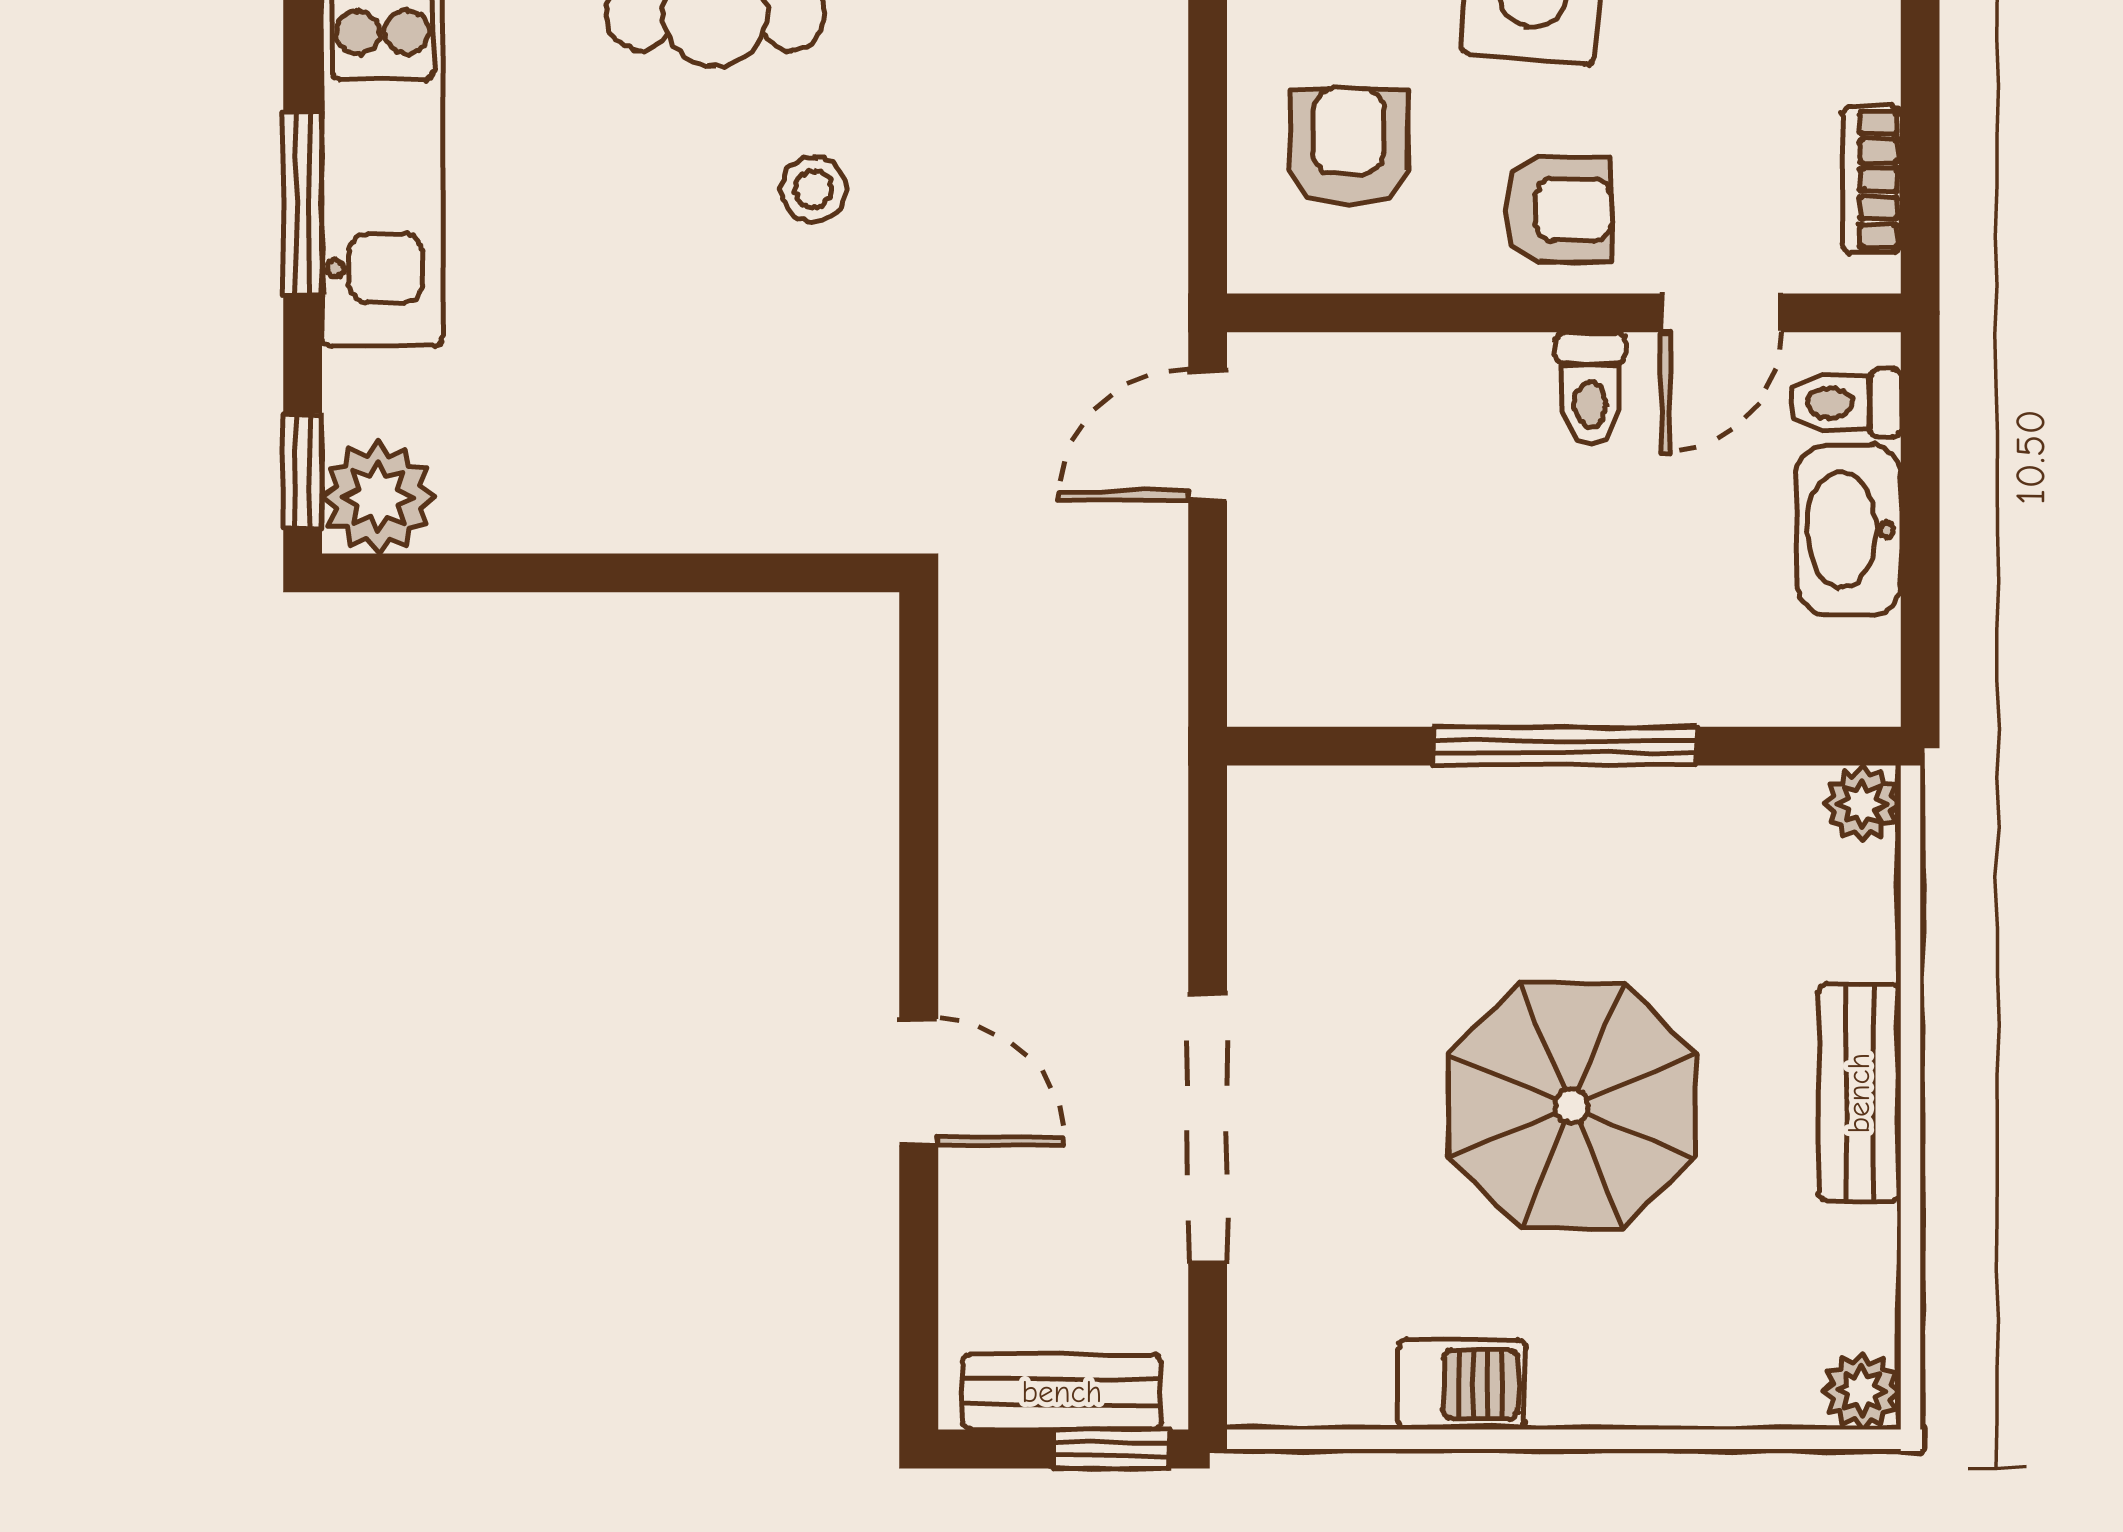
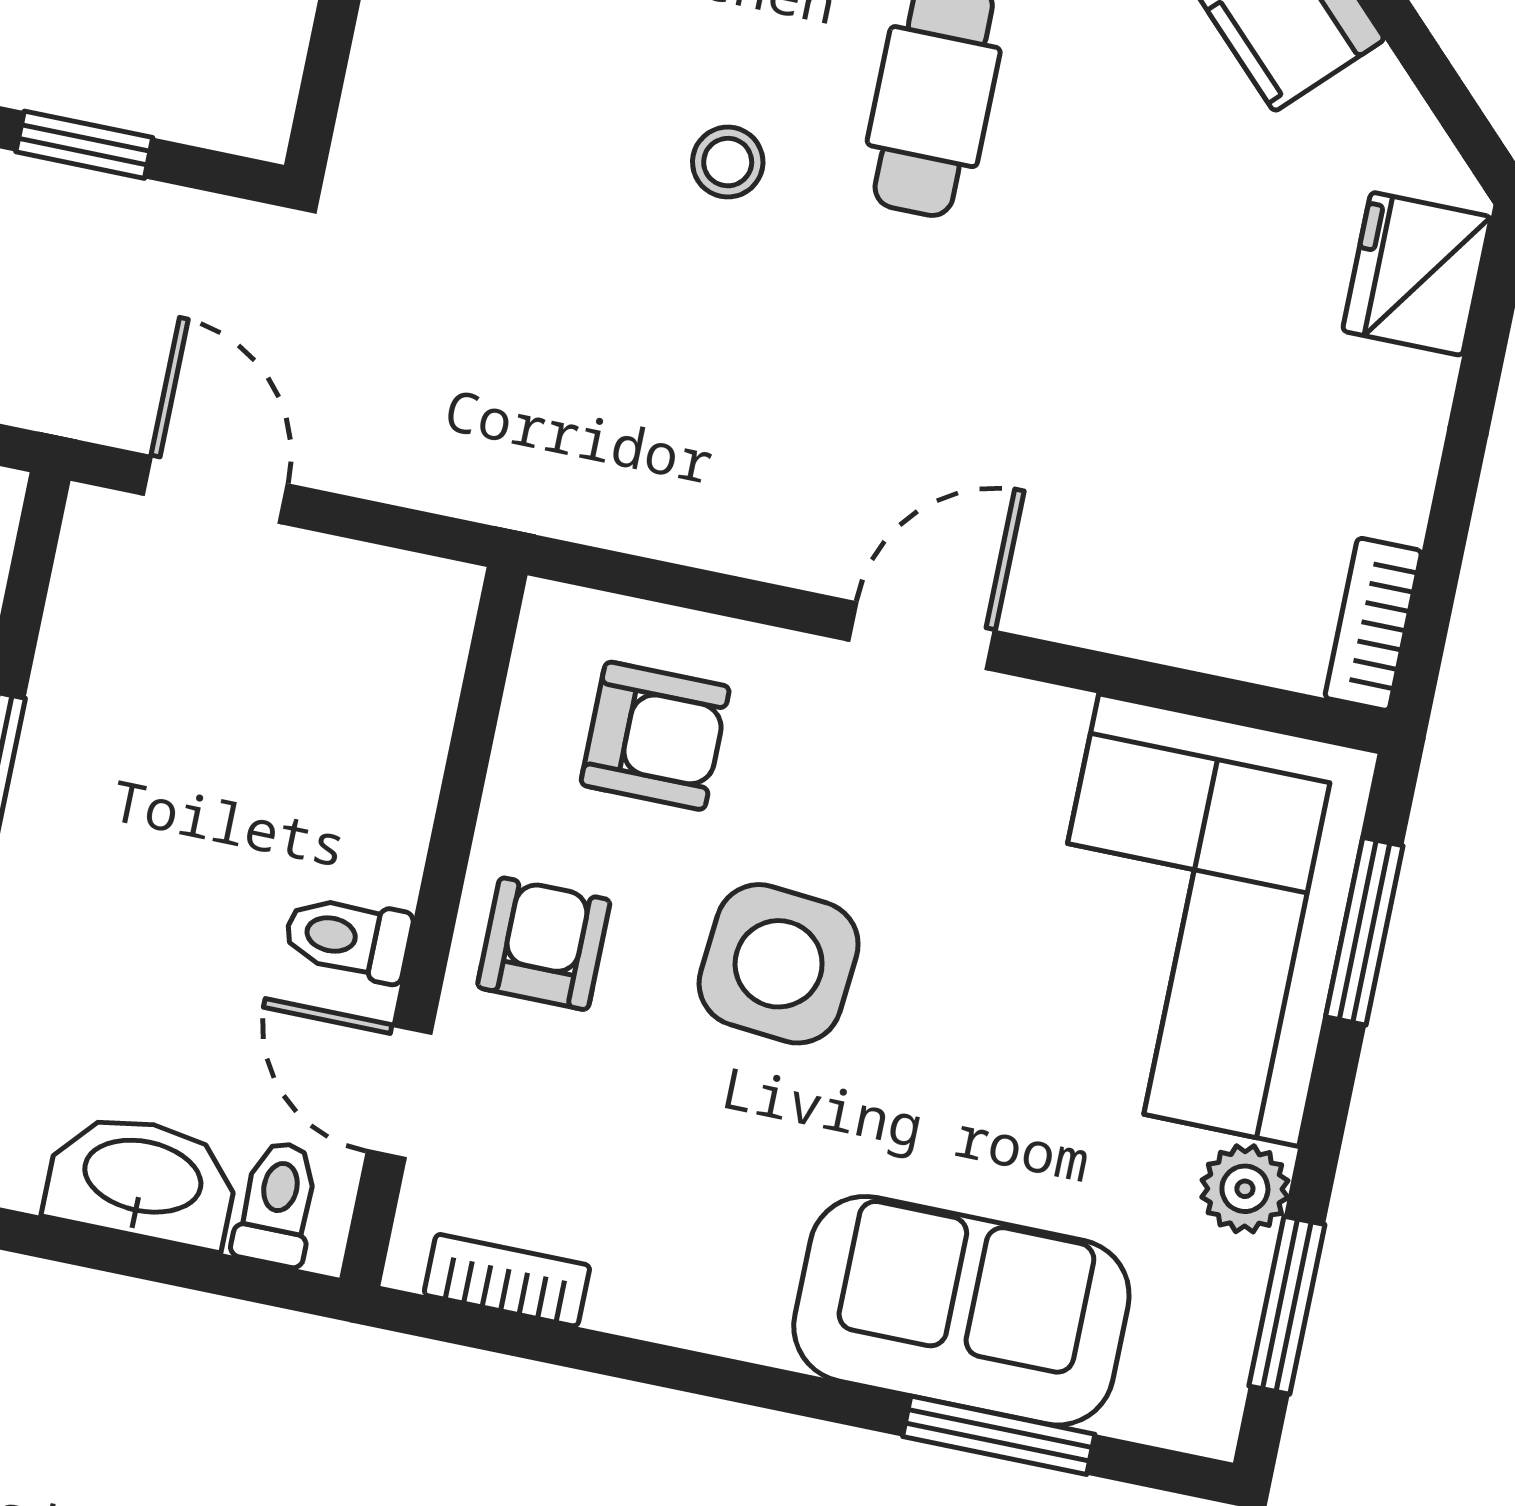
armchair: (1559, 209) -> (544, 944), turned 180
door: (1208, 435) -> (215, 490), moved
window: (919, 778) -> (84, 145), added

